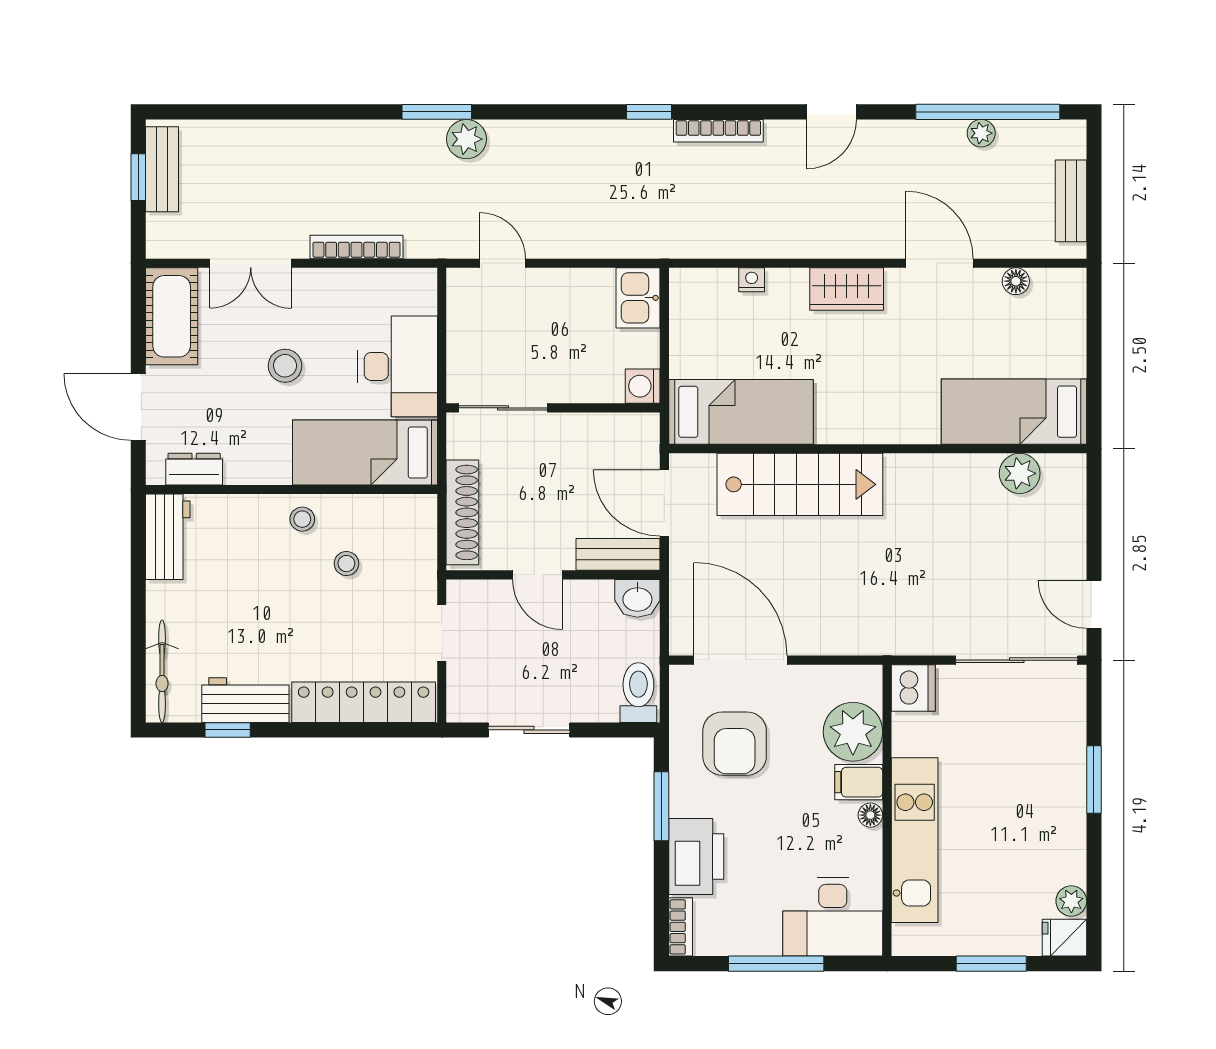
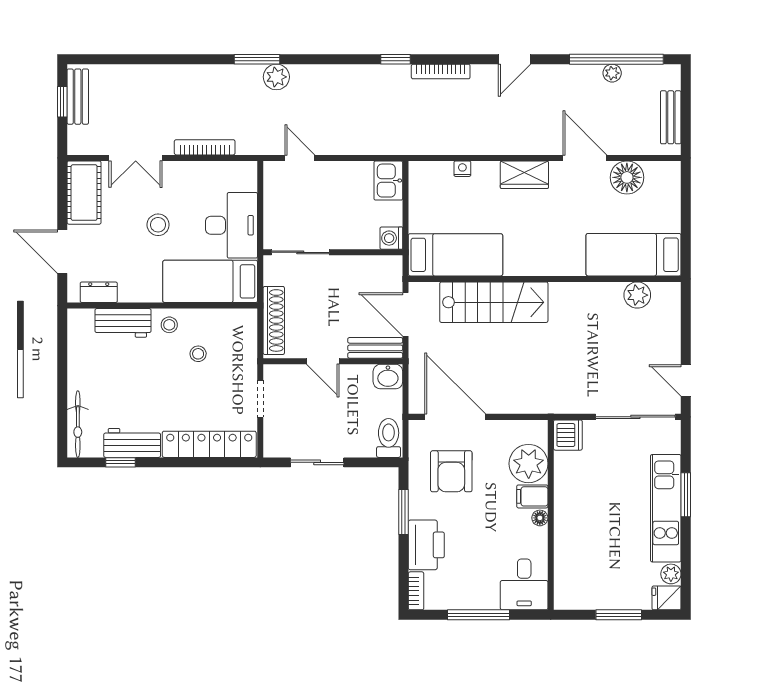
floor lamp: (1016, 281) -> (627, 177), width x1.89, depth x1.89
workbench: (168, 537) -> (123, 323), moved, turned 90
kitchen unit: (915, 840) -> (666, 508), moved, turned 180
desk: (833, 917) -> (524, 584), width x0.73

